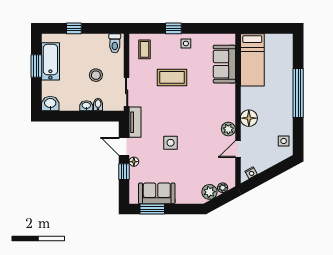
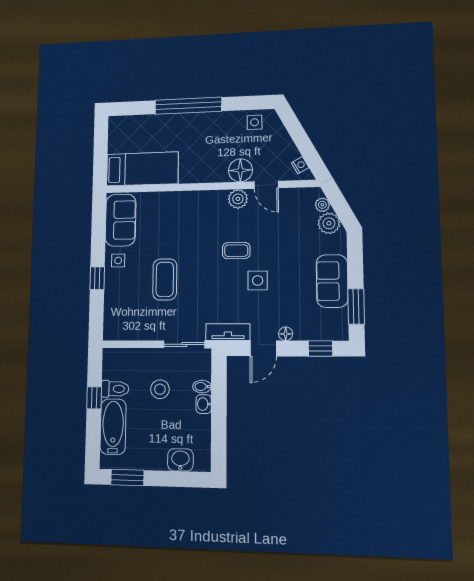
window: (74, 28) -> (94, 398), moved
toilet: (115, 43) -> (115, 389), moved
coffee table: (145, 49) -> (236, 251), moved
bathtub: (50, 61) -> (113, 427), moved, turned 90
sofa: (224, 64) -> (121, 220), moved, turned -90
window: (36, 66) -> (127, 478), moved
washbasin: (50, 103) -> (180, 460), moved, turned 90
floor lamp: (249, 118) -> (240, 170), moved
window: (124, 172) -> (321, 349), moved
sofa: (157, 193) -> (332, 281), moved

